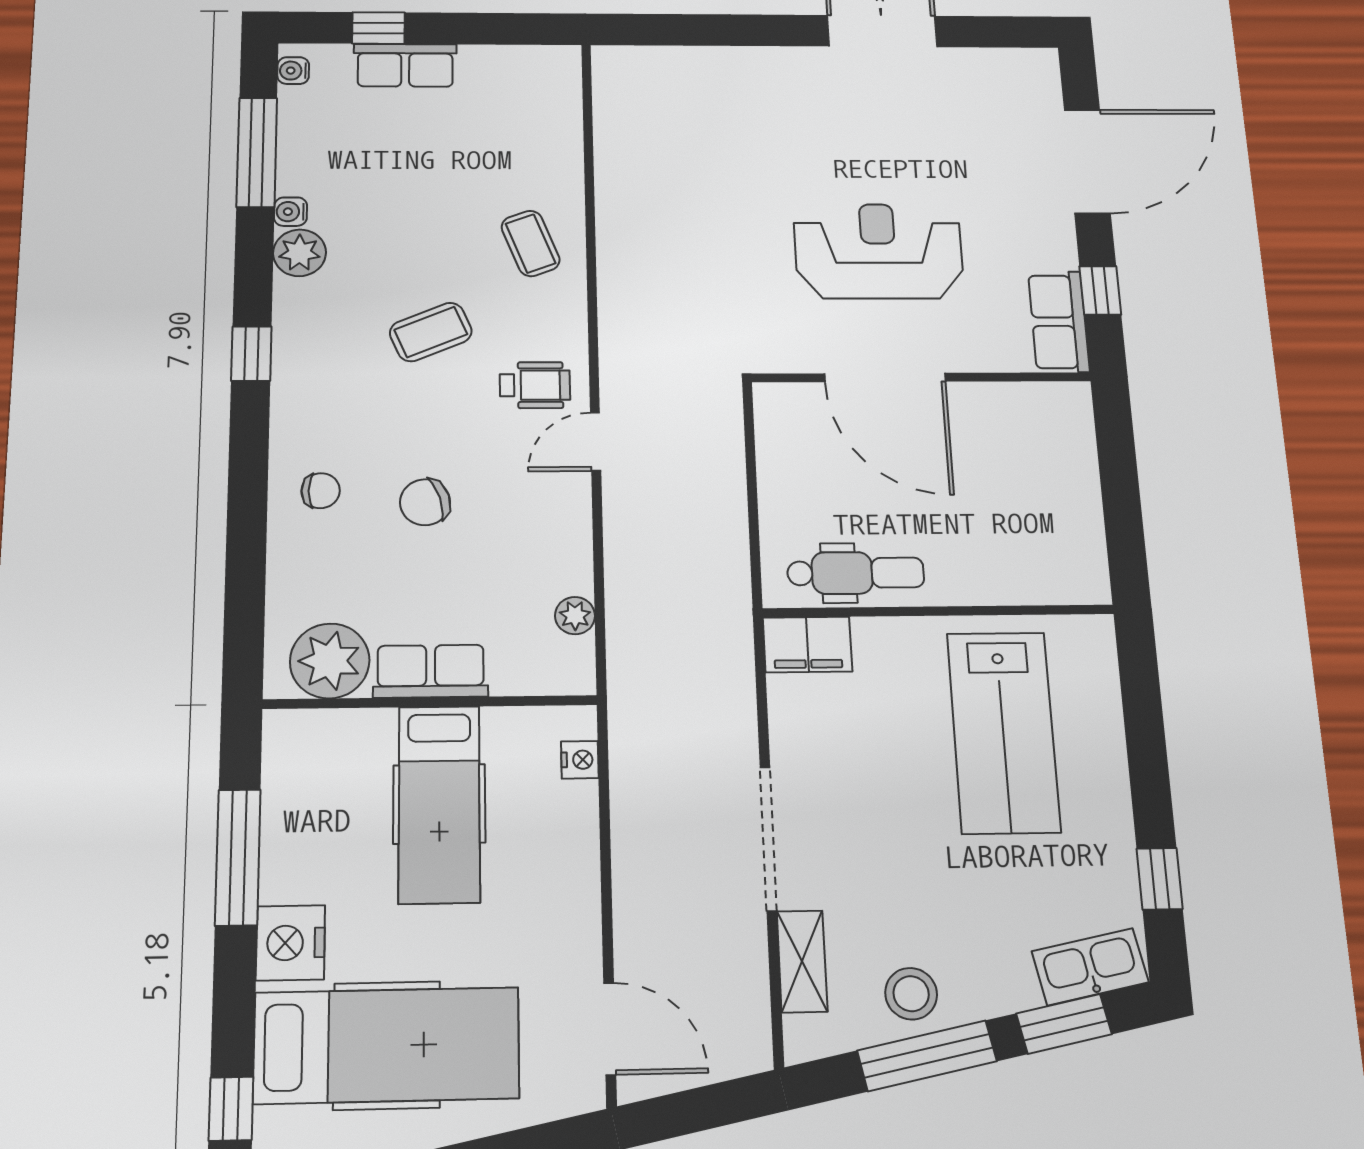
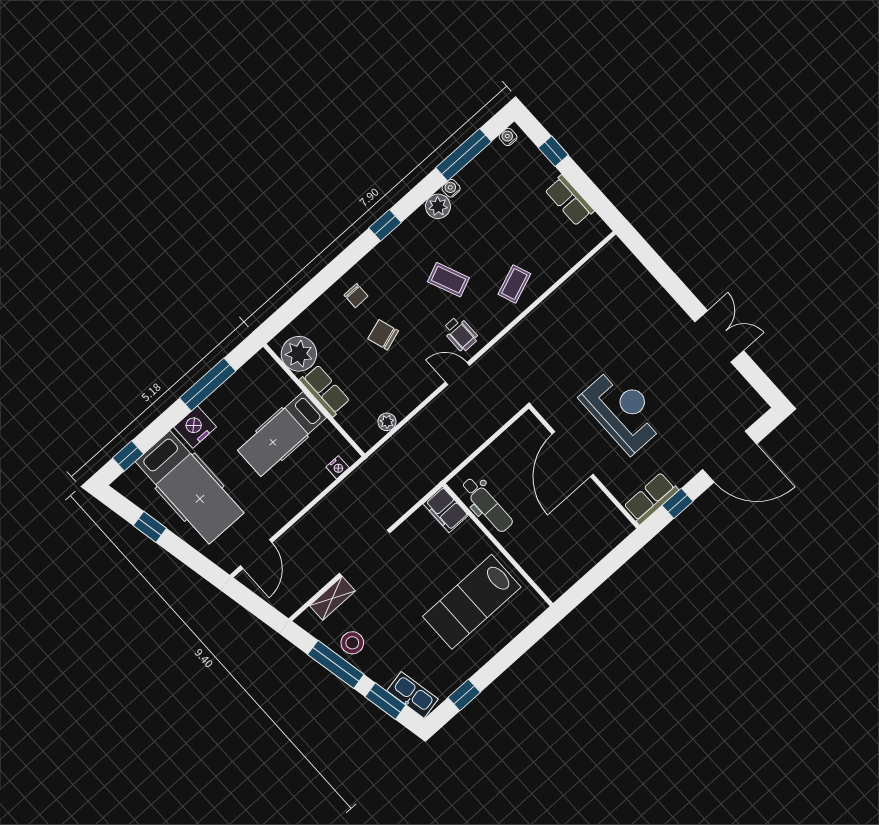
row of seats: (405, 65) -> (569, 200), moved

